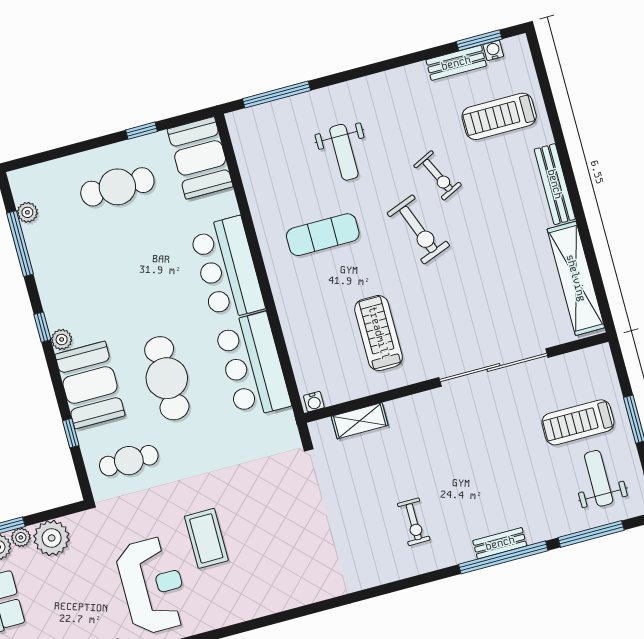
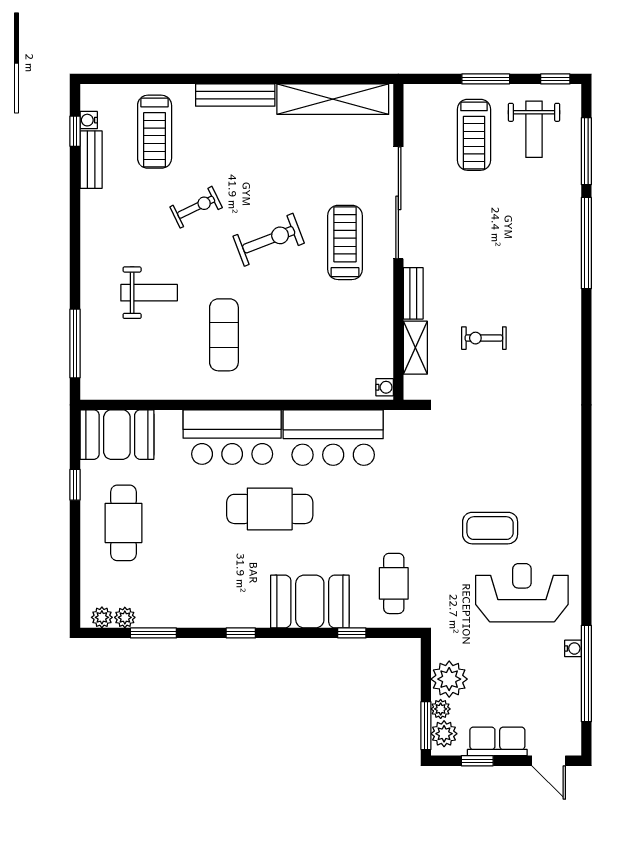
window: (479, 40) -> (75, 131), width x0.67
exercise bike: (418, 229) -> (269, 240), moved
window: (20, 244) -> (153, 633), width x0.69
treadmill: (379, 333) -> (345, 242), moved, turned 90
plant: (62, 339) -> (102, 617), moved
cafe table: (167, 378) -> (270, 509), moved
weight bench: (599, 478) -> (534, 129), turned -90
exercise bike: (414, 522) -> (484, 338), moved, turned 180
bench: (500, 543) -> (413, 293), moved

